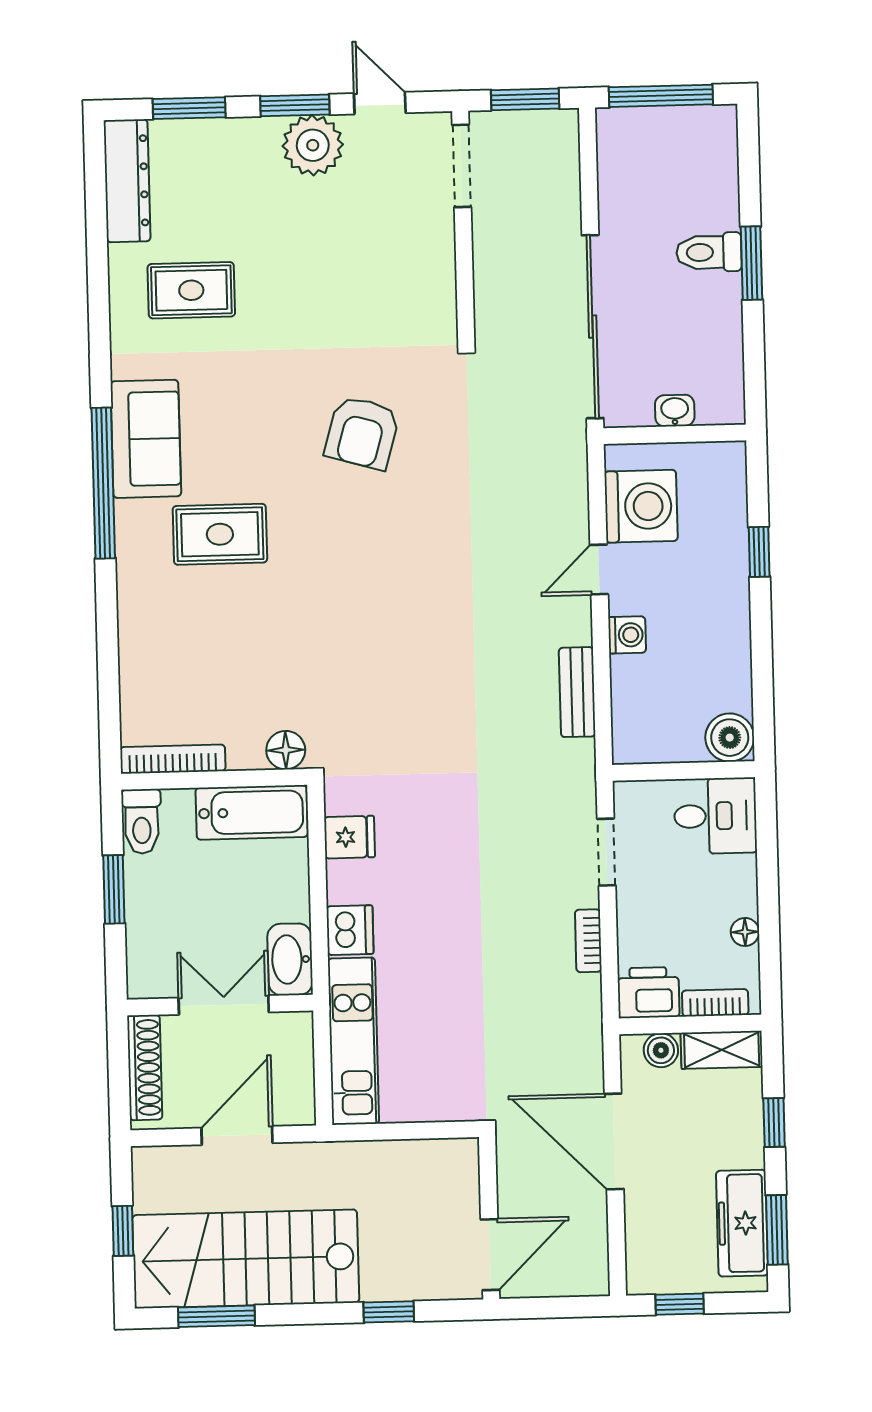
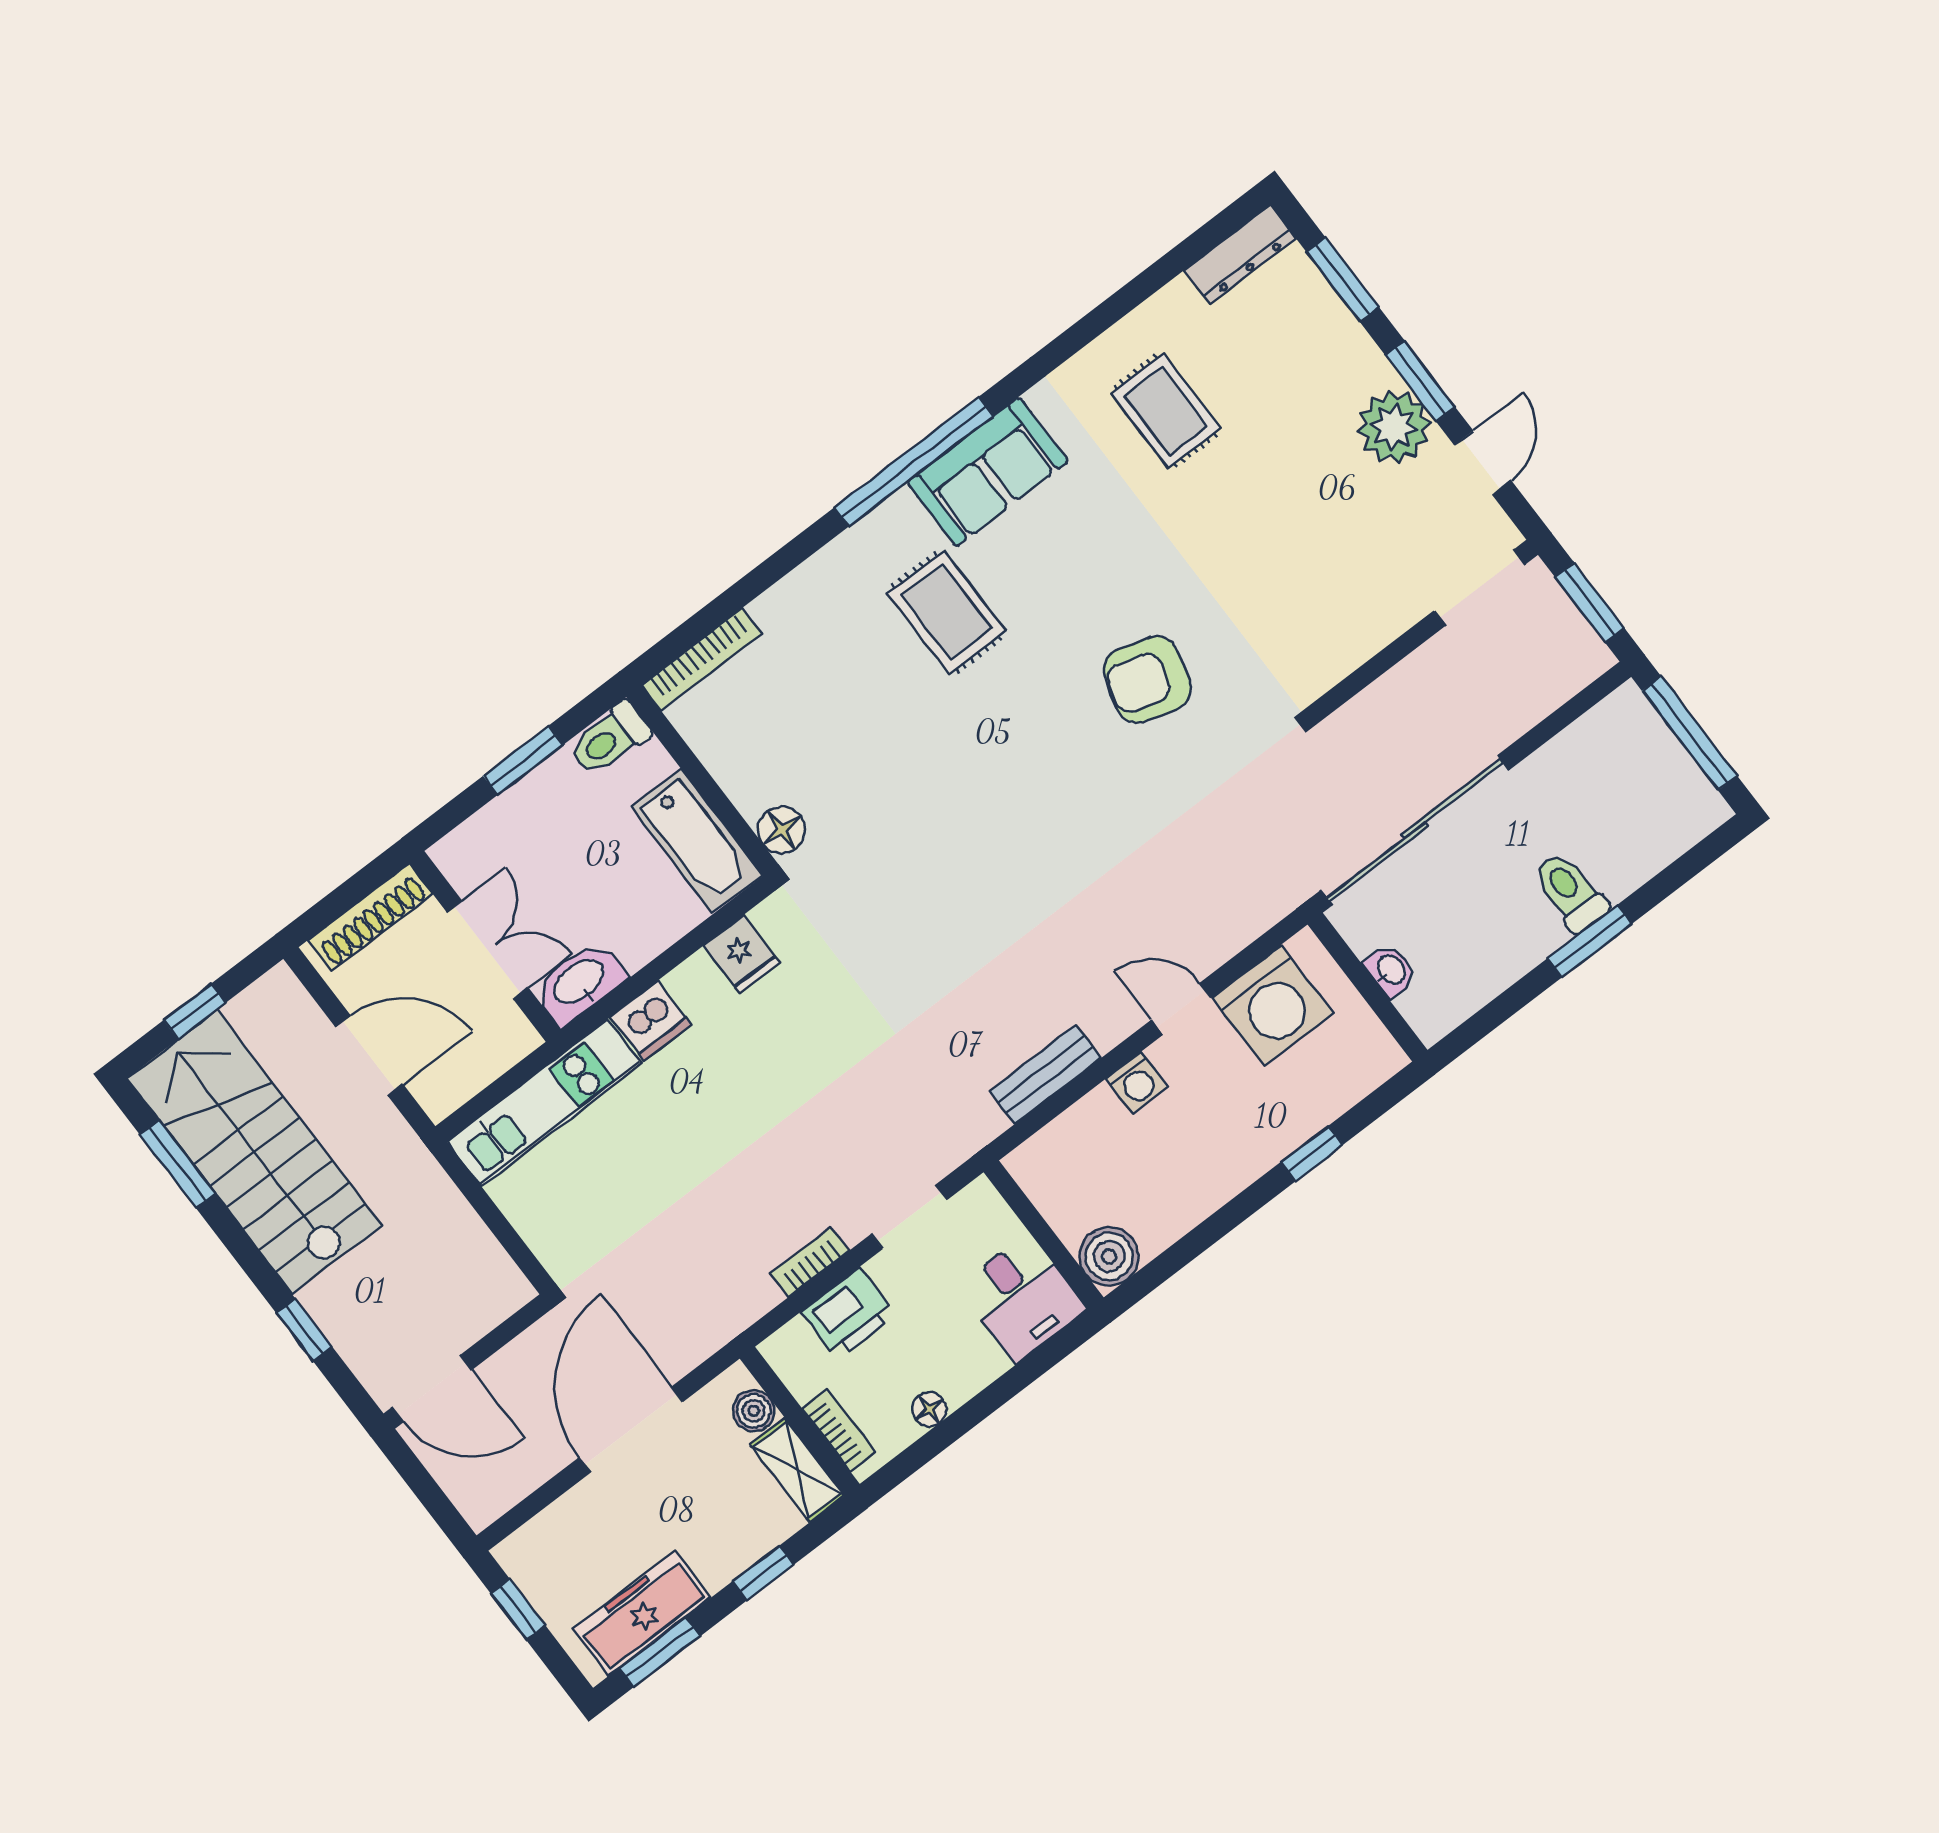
dresser: (127, 181) -> (1240, 254), width x0.73, depth x0.80
bookcase: (173, 759) -> (702, 659), moved, turned 90
printer: (648, 993) -> (849, 1313), moved, turned 90

